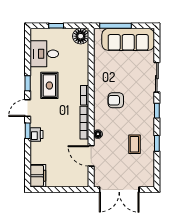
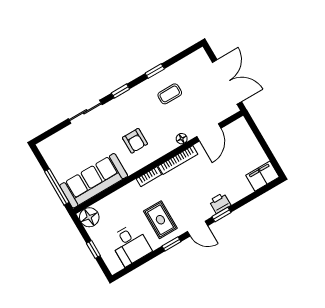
sofa: (128, 39) -> (94, 181), moved, turned -90
rug: (49, 85) -> (160, 220), turned 90

